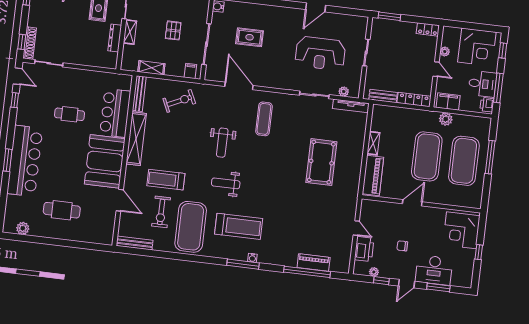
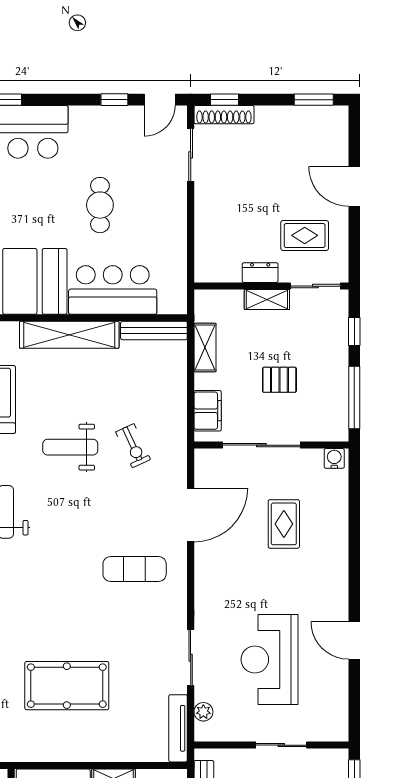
dresser: (115, 38) -> (260, 273), width x0.70
filing cabinet: (190, 71) -> (208, 411), width x2.00
exercise bike: (179, 101) -> (133, 446), moved, width x0.73, depth x0.72
weight bench: (222, 143) -> (70, 447), moved

